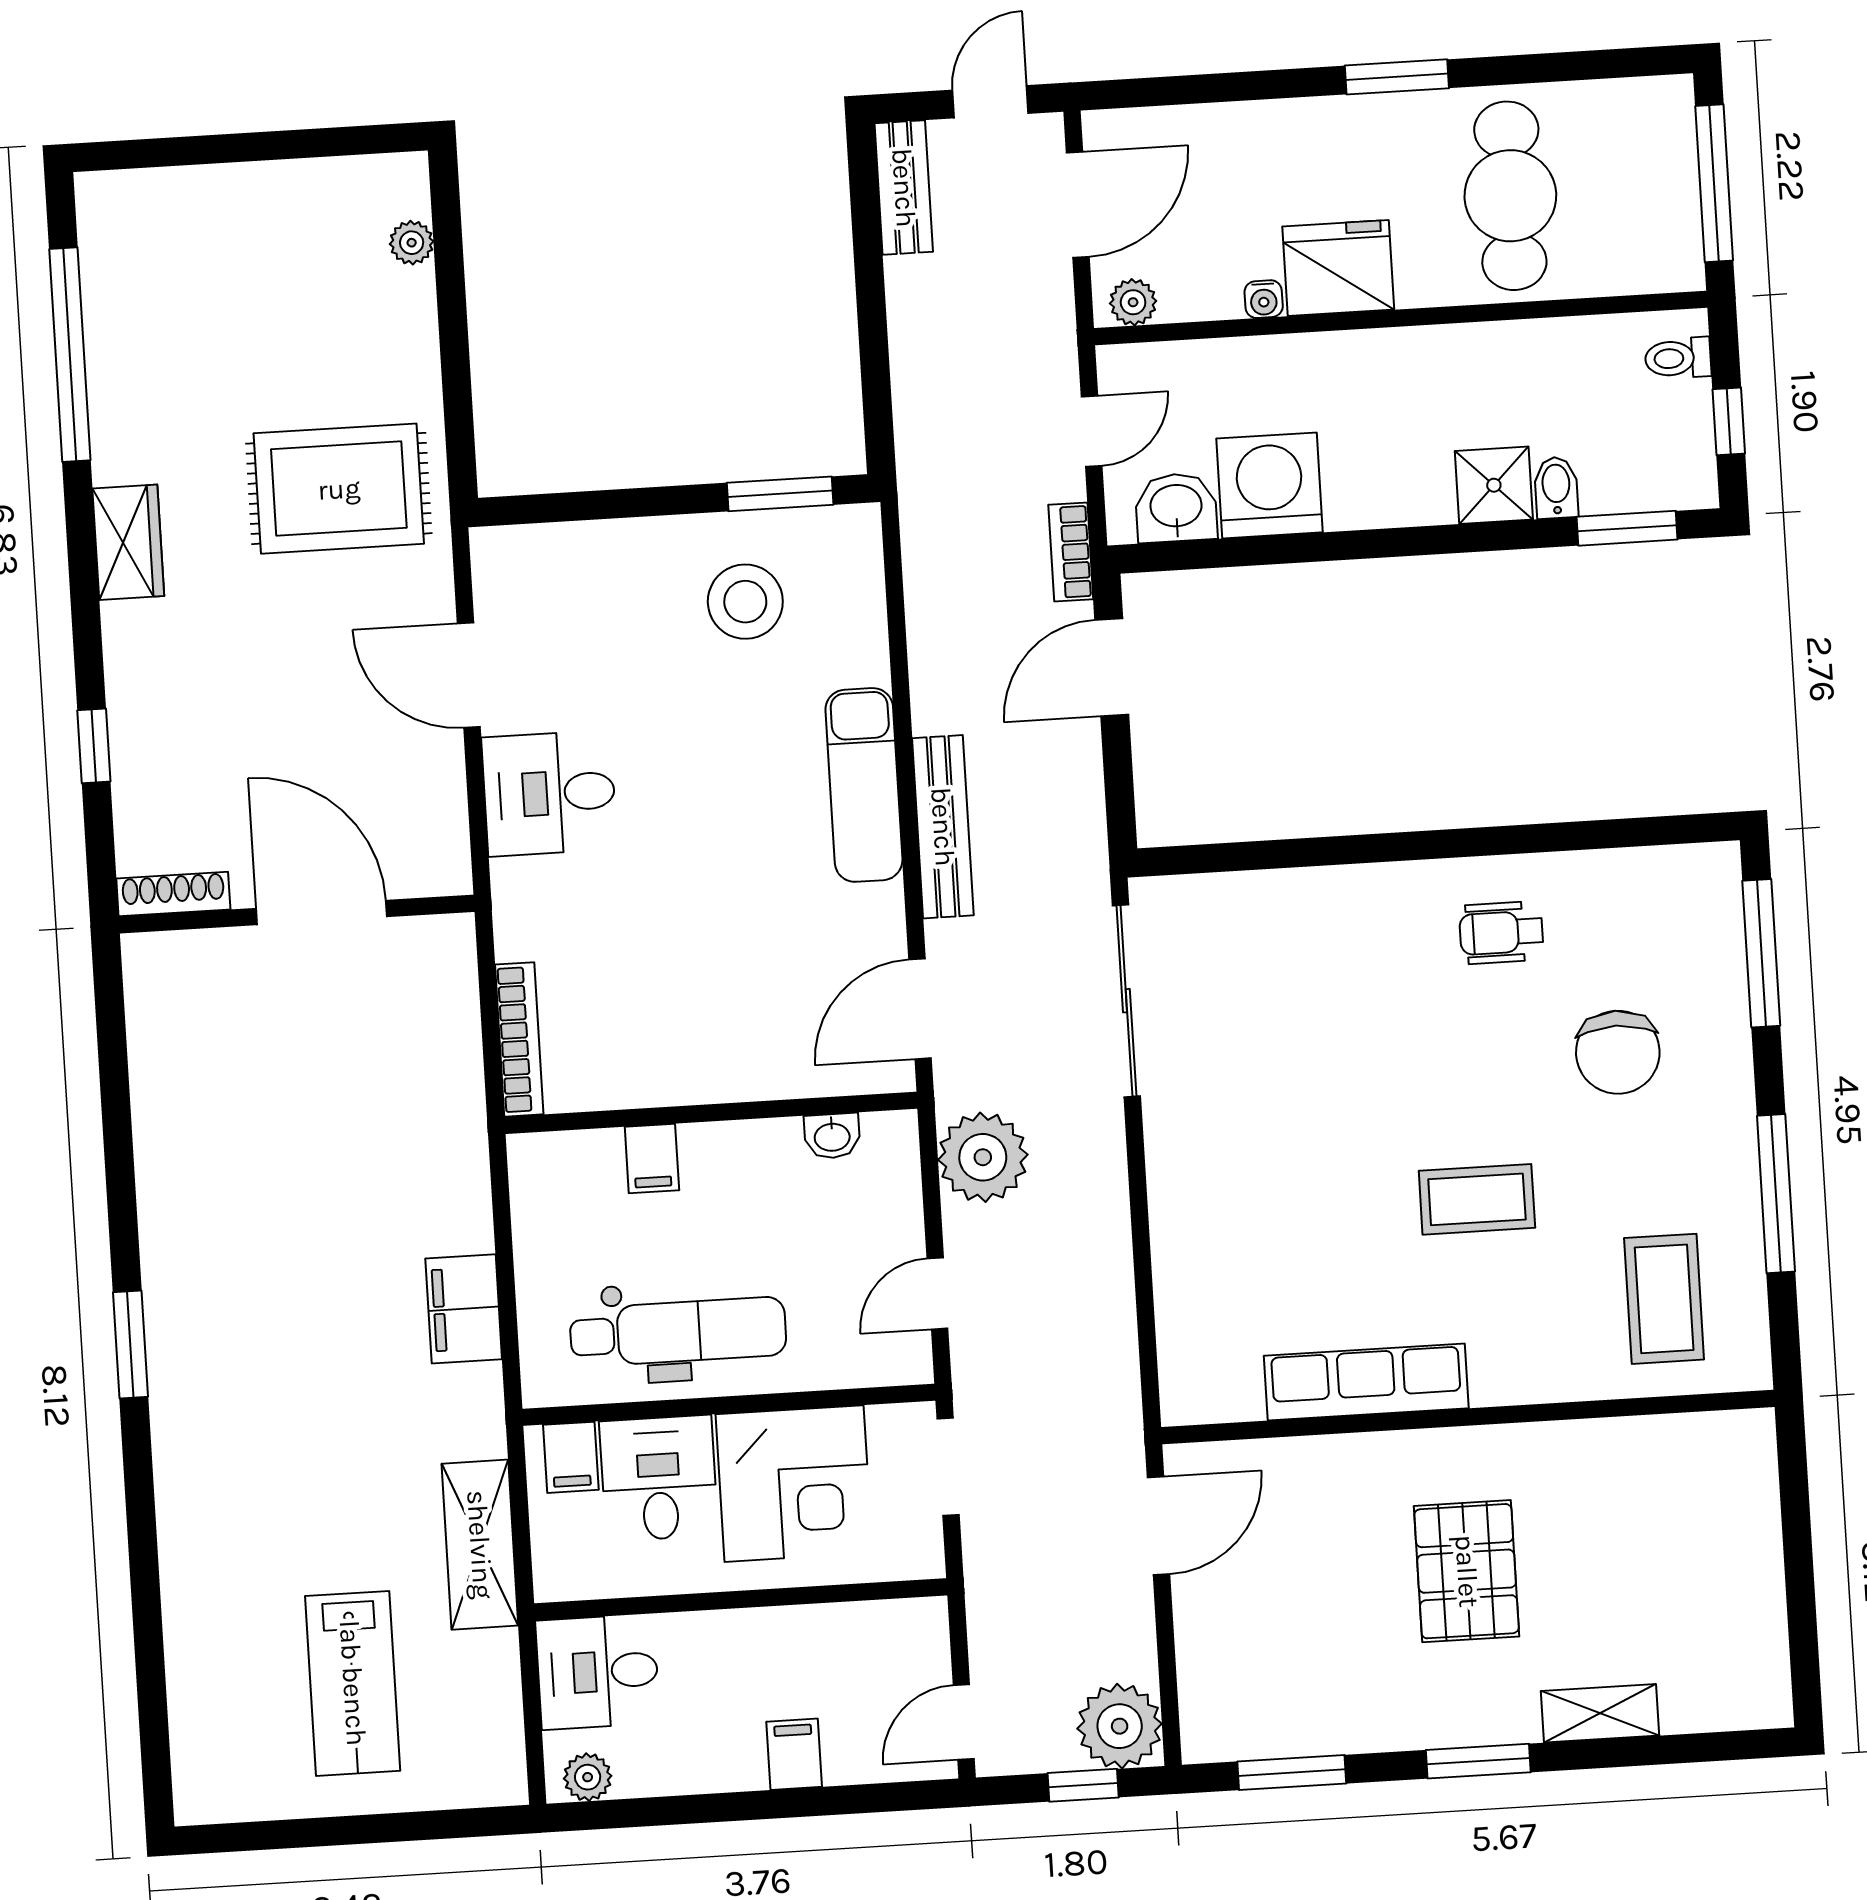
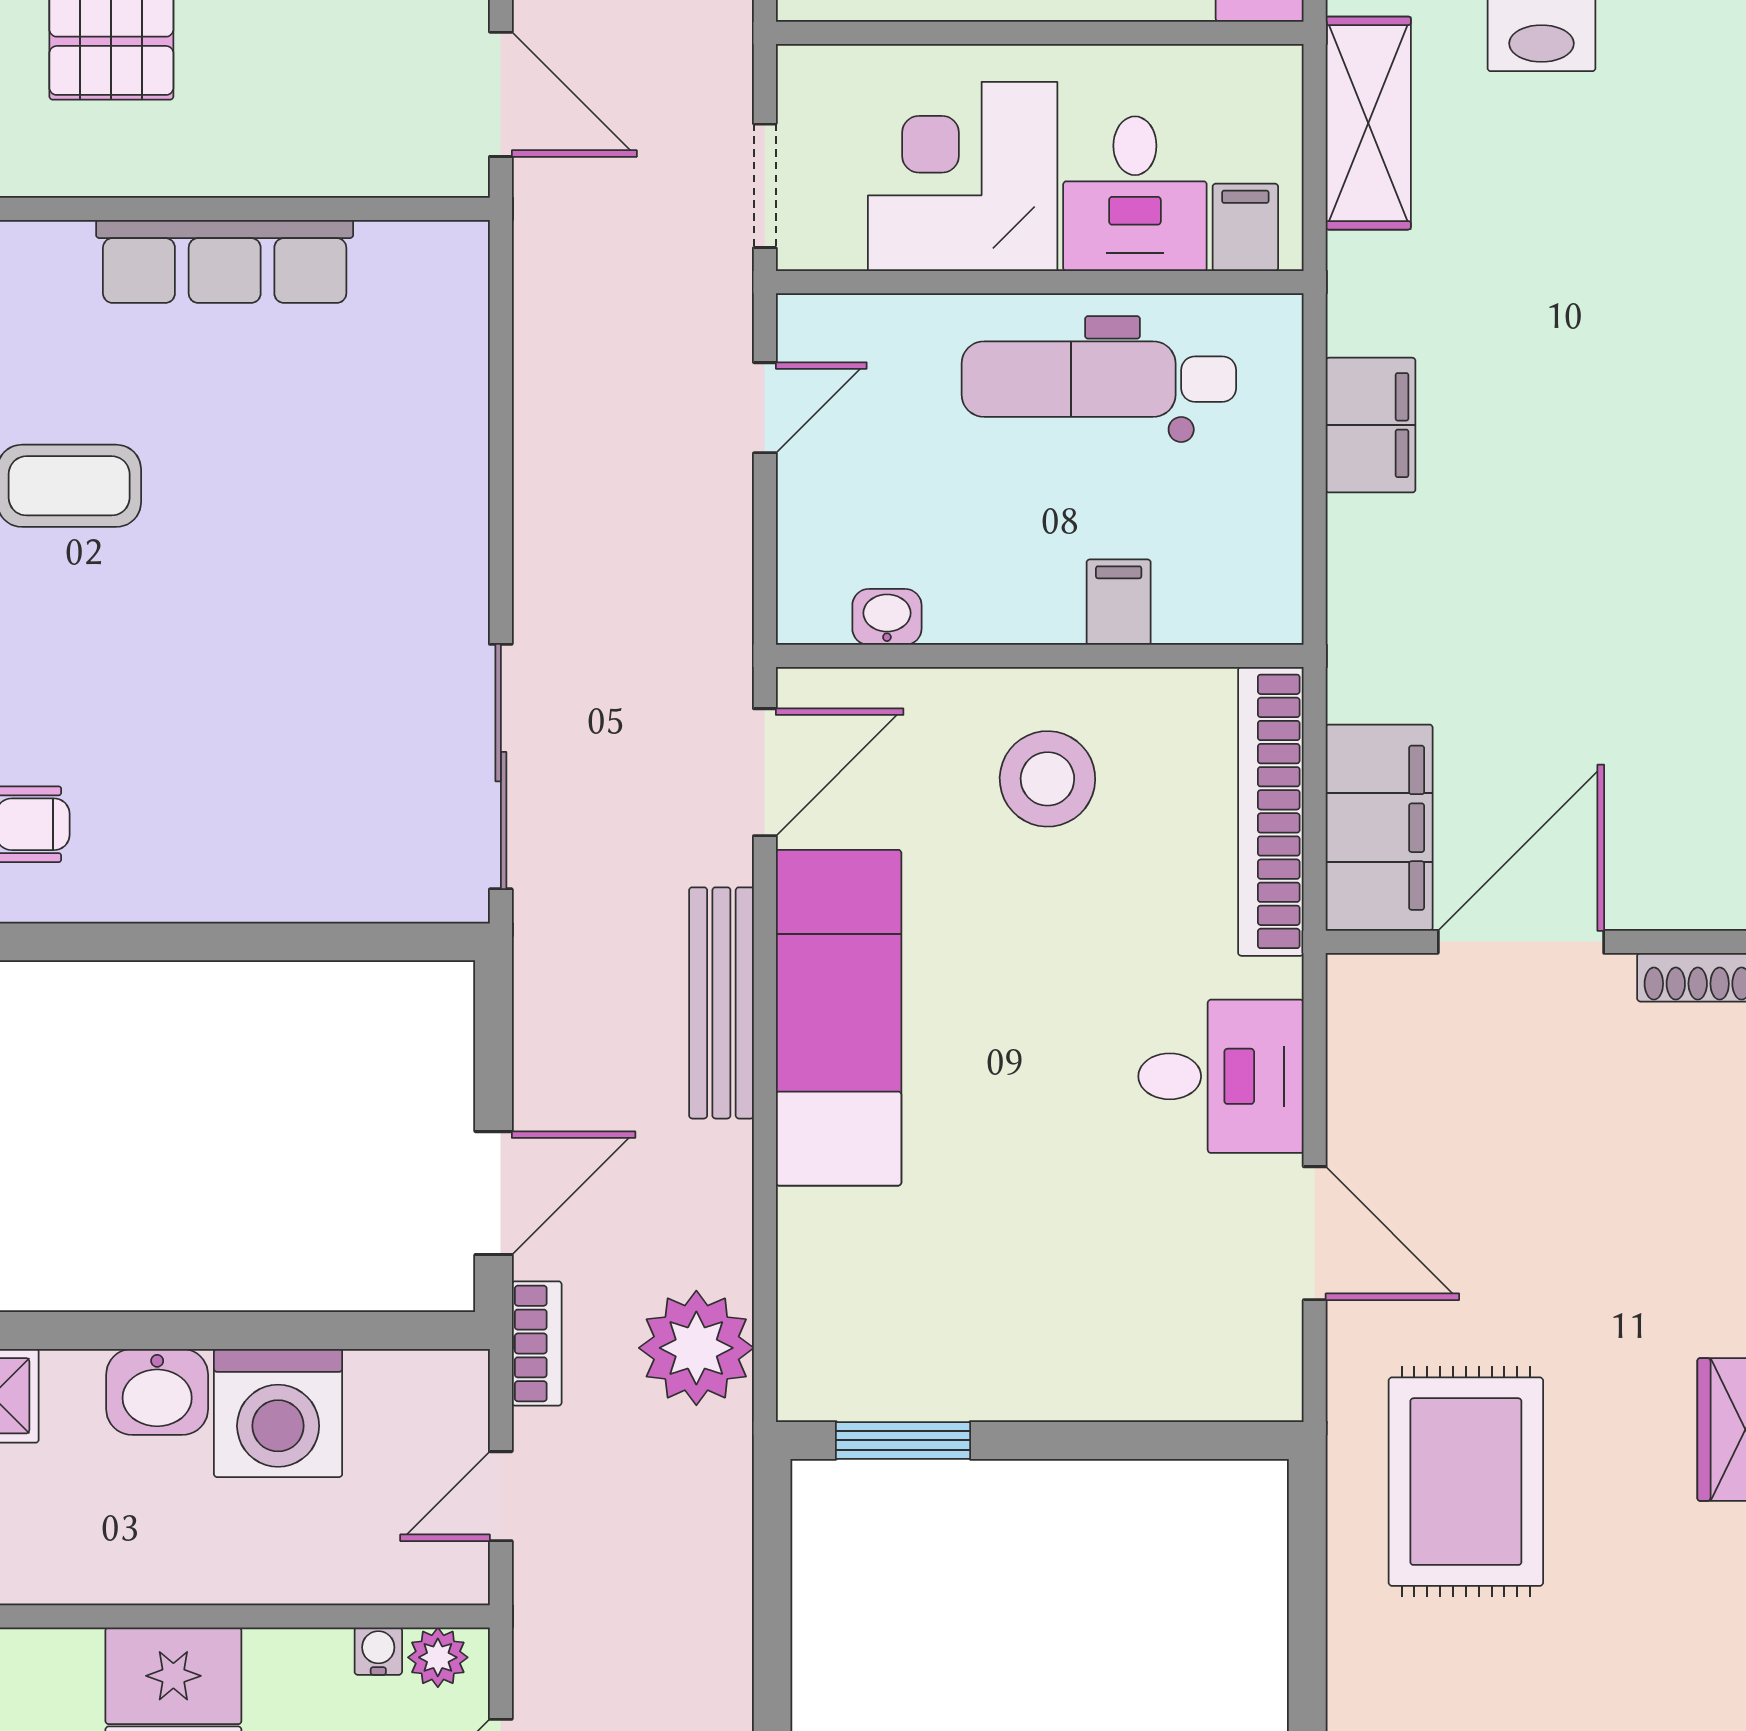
water cooler: (1264, 299) -> (378, 1651), moved
rug: (339, 489) -> (1466, 1482), turned 90
washbasin: (1176, 508) -> (157, 1392), moved
stool: (745, 602) -> (1047, 779), moved
exam couch: (864, 785) -> (839, 1018), width x1.36, depth x1.45
door: (322, 913) -> (1521, 942), swing flipped
filing cabinet: (438, 995) -> (1379, 828), added
bookcase: (519, 1039) -> (1271, 811), width x1.48, depth x1.31
plant: (983, 1157) -> (696, 1348), moved
door: (1159, 1526) -> (501, 94), swing flipped

